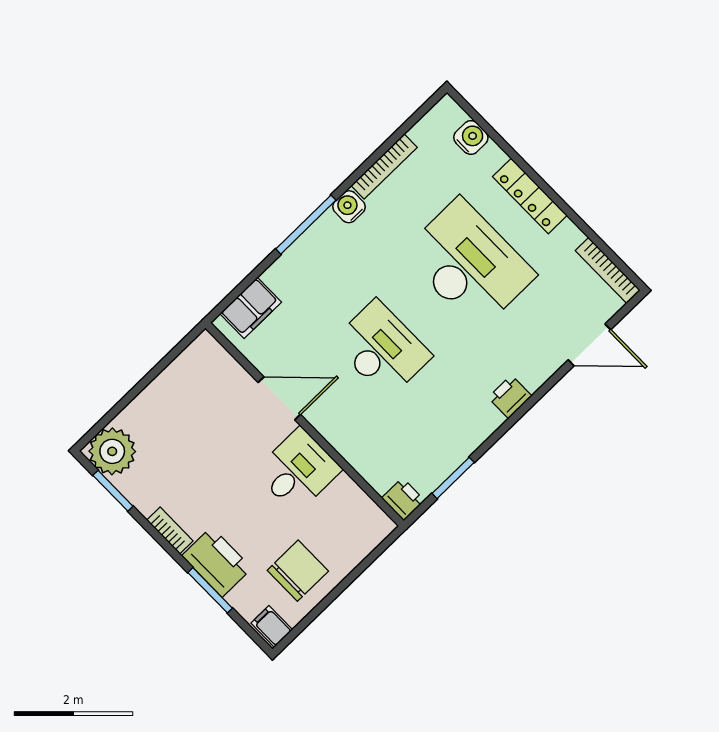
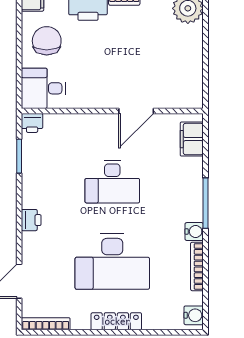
water cooler: (471, 138) -> (194, 315), moved, turned -90
desk: (298, 470) -> (43, 88), moved, turned 90
chair: (298, 571) -> (47, 41), turned 180

